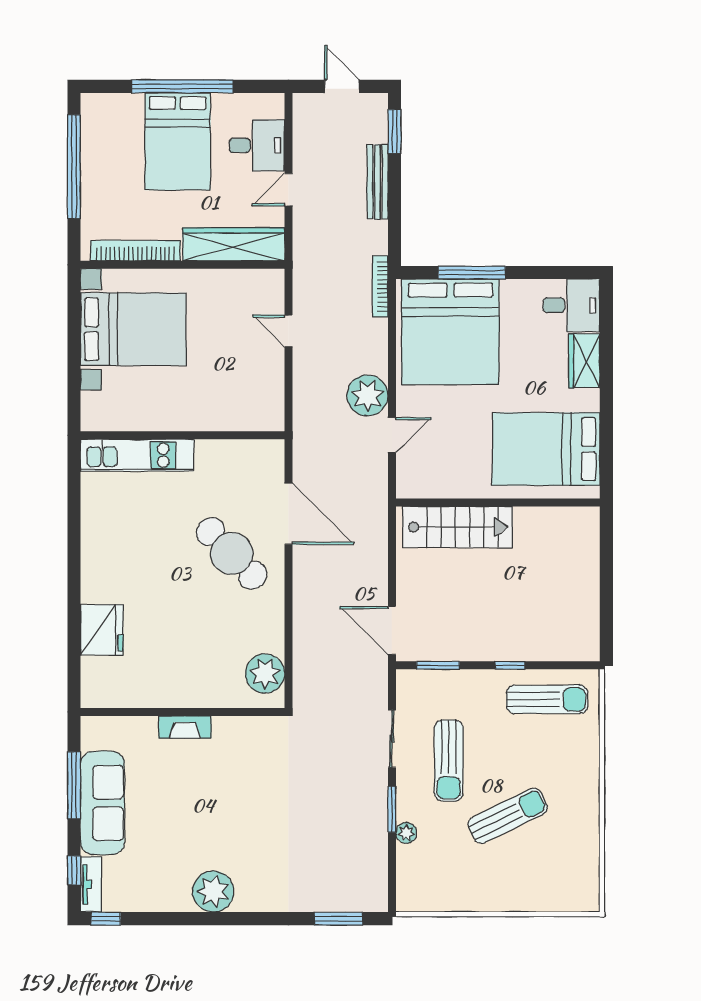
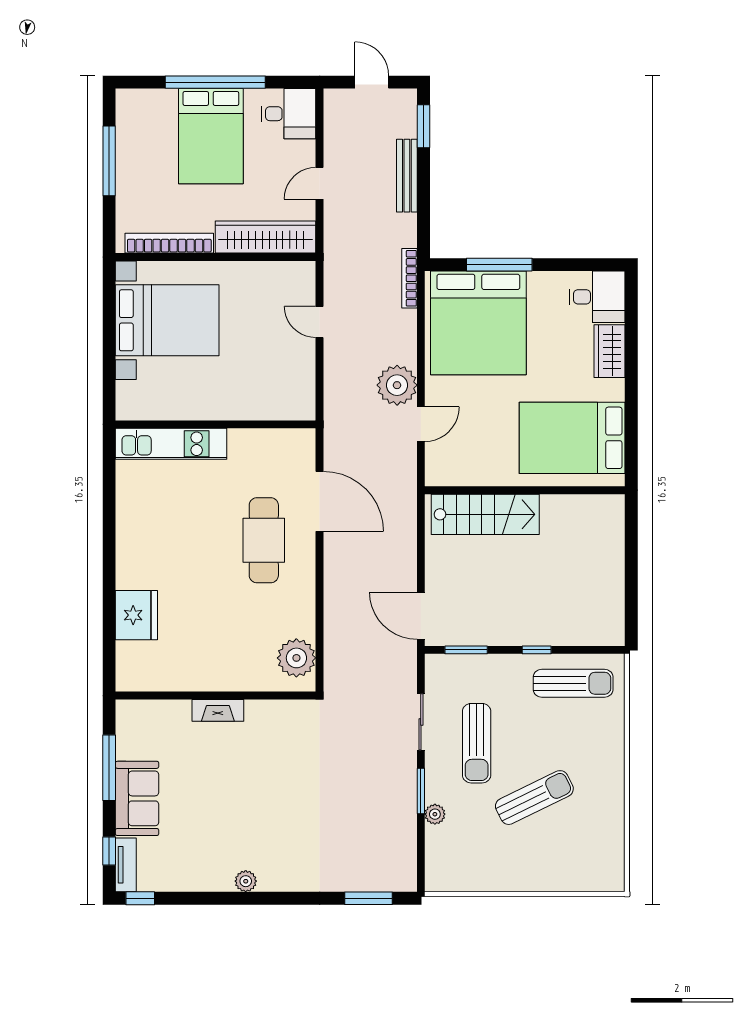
desk: (257, 145) -> (288, 114), moved
window: (74, 167) -> (109, 161), width x0.68
cafe table: (232, 554) -> (264, 540), turned 44
sofa: (102, 803) -> (137, 798), width x0.73
plant: (213, 892) -> (246, 881), width x0.53, depth x0.53

